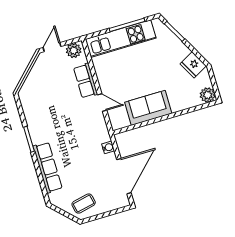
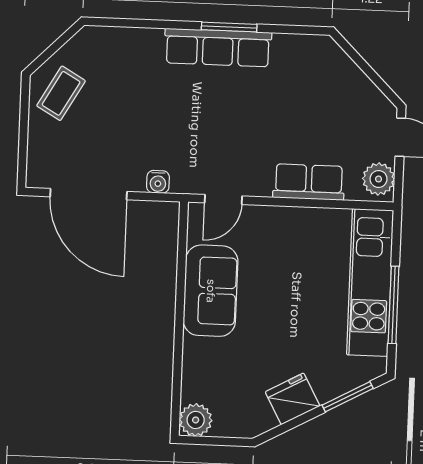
fridge: (193, 65) -> (293, 399), moved
door: (102, 103) -> (223, 199), moved
row of seats: (48, 167) -> (218, 48), moved
coffee table: (84, 204) -> (61, 93), turned 42

